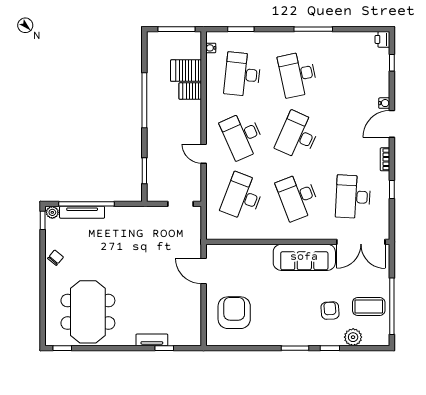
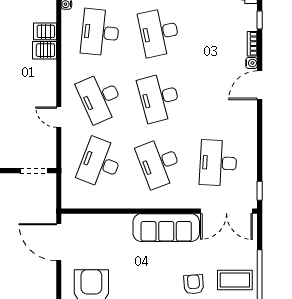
server rack: (186, 71) -> (45, 31), width x0.73, depth x0.70
desk: (298, 136) -> (159, 98), turned -39
bookcase: (385, 159) -> (252, 44), moved
window: (392, 190) -> (260, 191), moved
door: (204, 271) -> (59, 242), width x1.36

